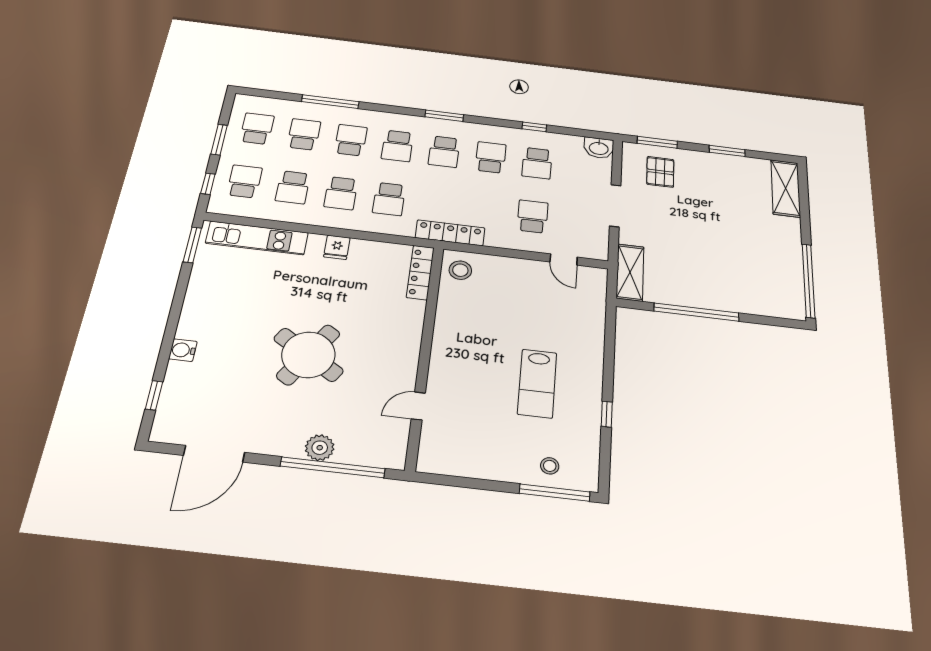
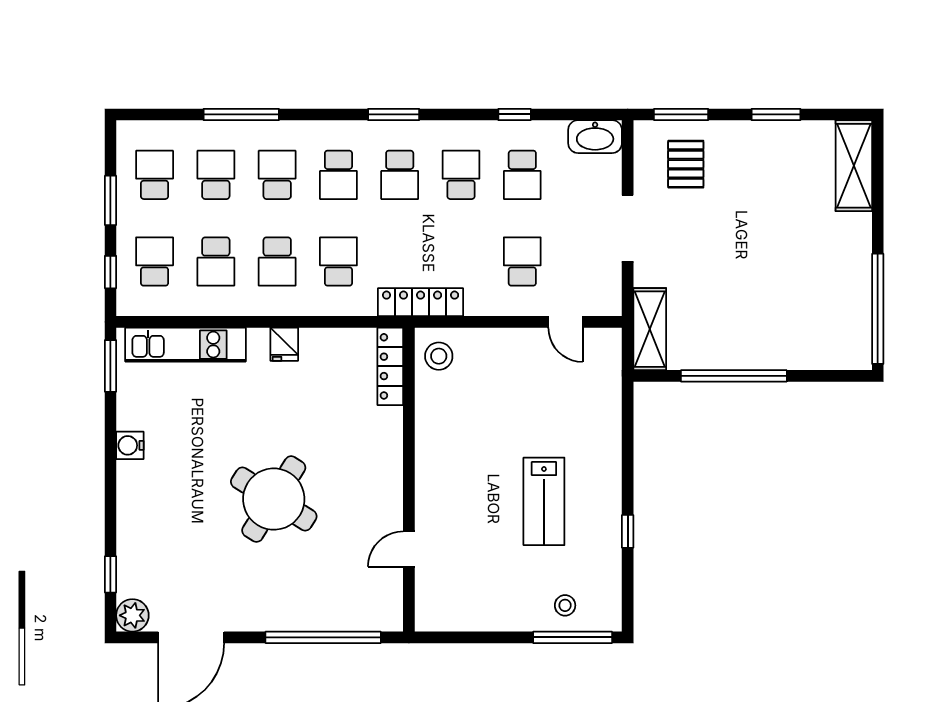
washbasin: (599, 148) -> (595, 137), width x1.38
school desk: (389, 199) -> (338, 262), turned 180
water cooler: (183, 350) -> (130, 445), moved
plant: (320, 448) -> (132, 615), moved

